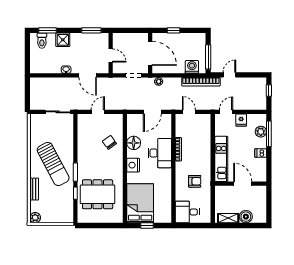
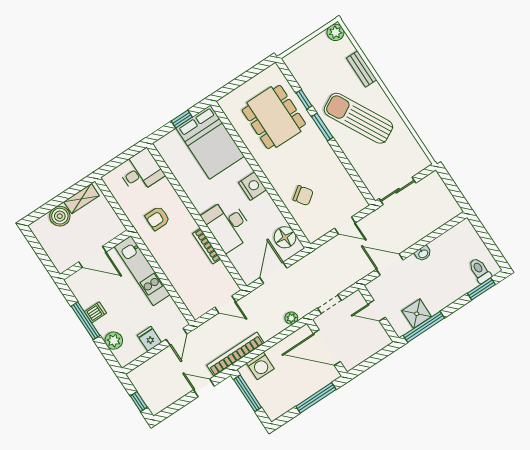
window: (91, 30) -> (424, 327), width x1.44
window: (173, 30) -> (316, 398), width x2.17
shower: (63, 40) -> (417, 314), moved
door: (229, 75) -> (204, 388), swing flipped
door: (98, 112) -> (345, 226), hinge flipped
window: (269, 134) -> (86, 321), moved
floor lamp: (134, 143) -> (285, 237), moved
dining table: (98, 194) -> (274, 117), turned 90

